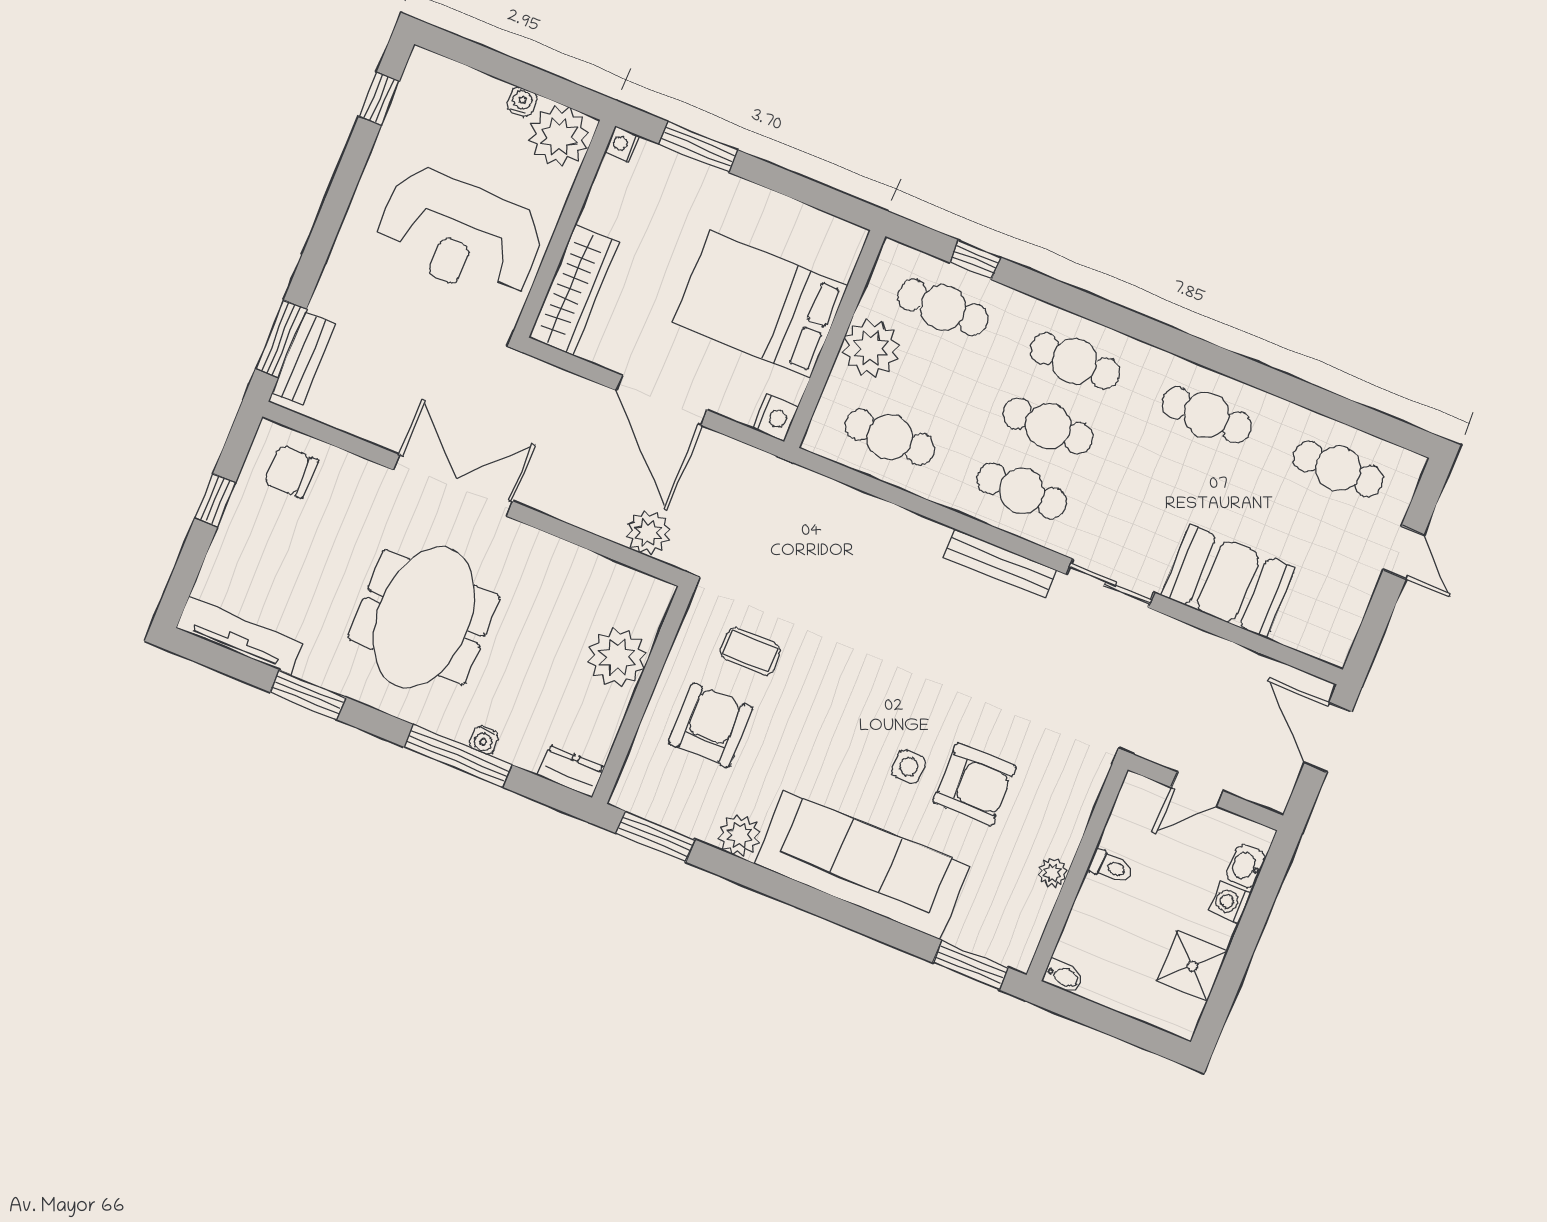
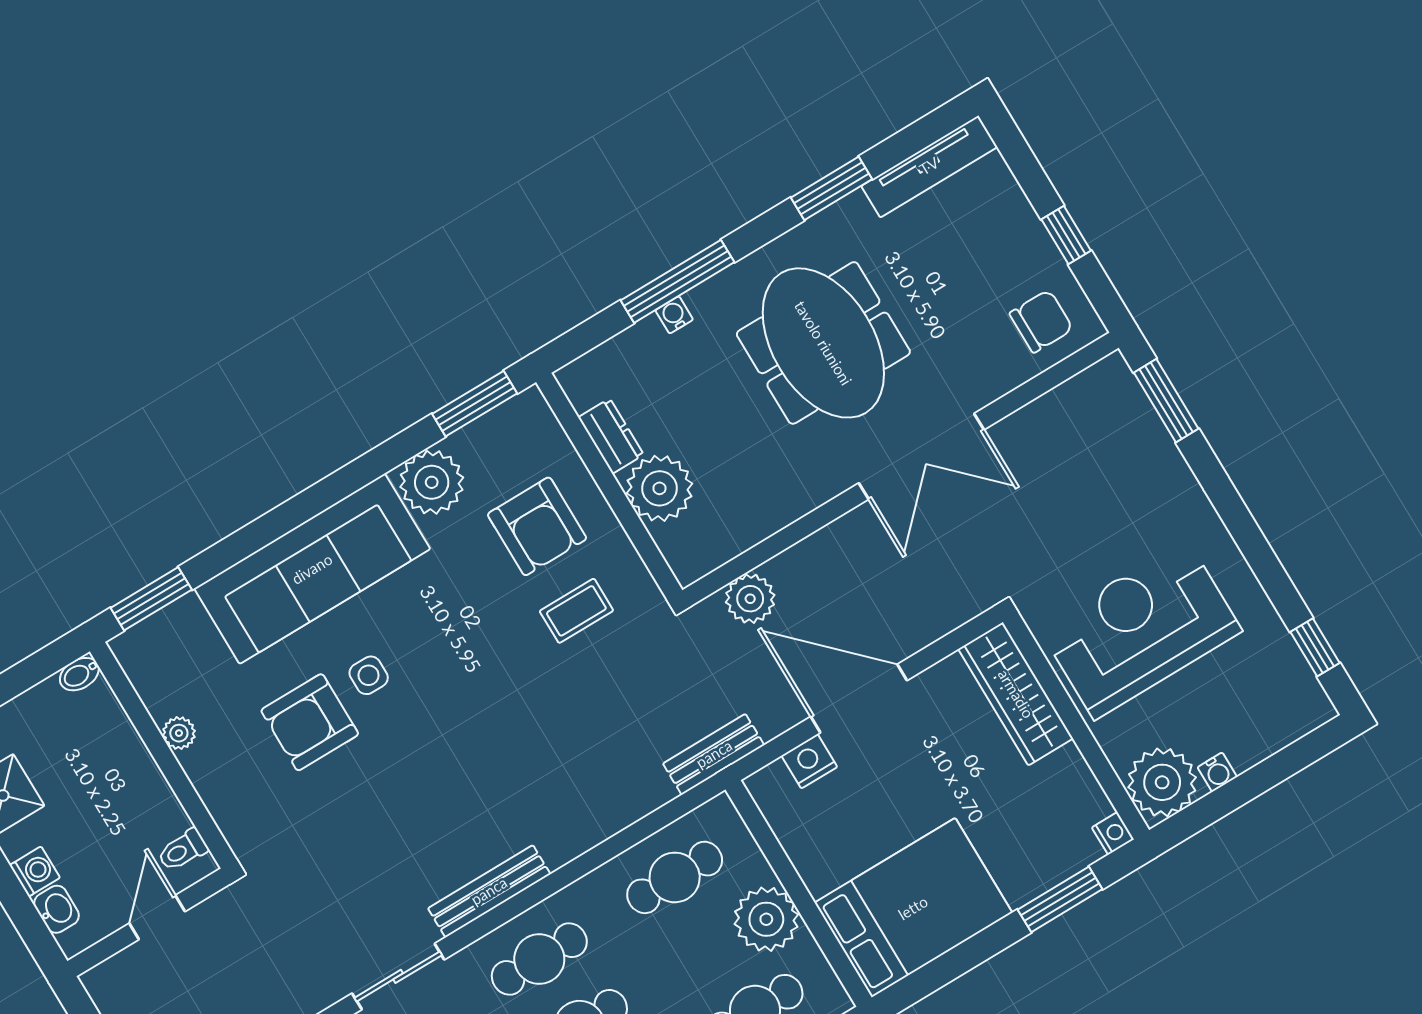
bed: (760, 304) -> (913, 908), moved
bench: (304, 359) -> (714, 754), moved, turned 90
nightstand: (775, 418) -> (809, 761), moved, turned 90
dresser: (571, 771) -> (611, 436), moved, turned -90
plant: (740, 835) -> (432, 482), width x1.36, depth x1.36
toilet: (1111, 867) -> (183, 850), moved

